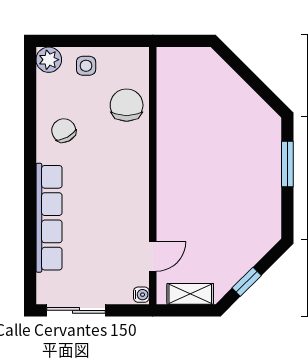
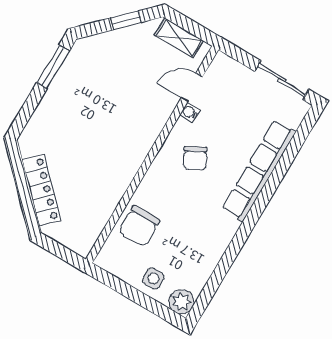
locker: (232, 85) -> (41, 190), added
chair: (64, 131) -> (195, 158), moved
window: (287, 164) -> (53, 67), moved
water cooler: (141, 295) -> (190, 112), moved

